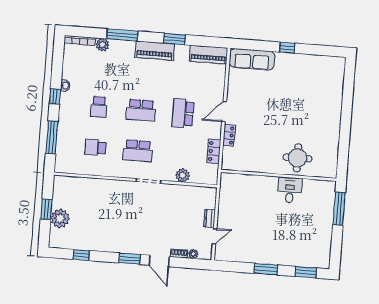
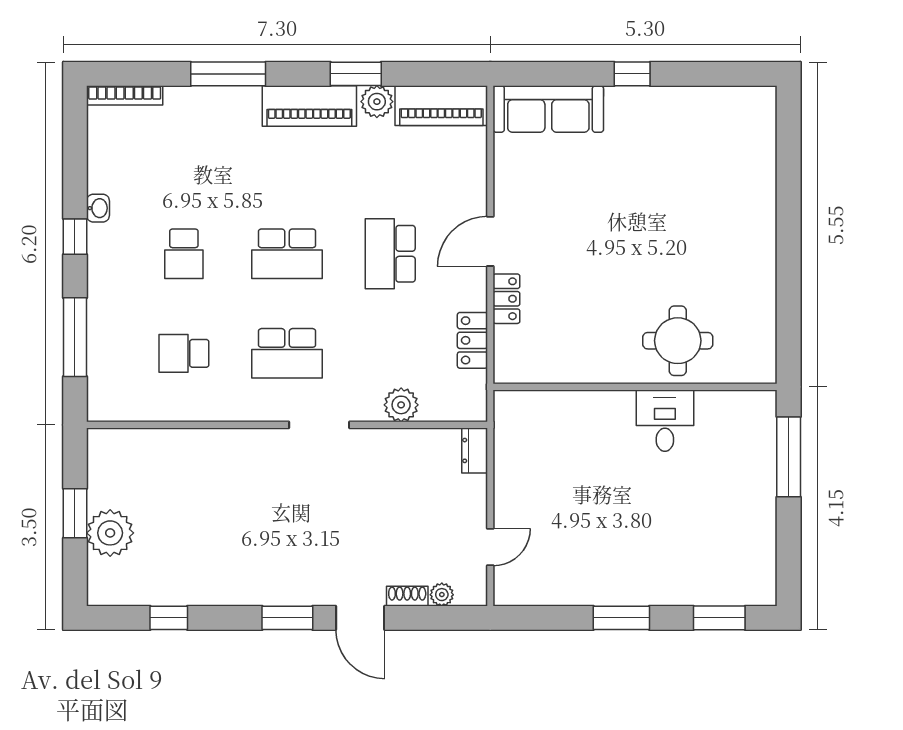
plant: (102, 45) -> (377, 102), moved
dresser: (209, 218) -> (475, 450), moved

